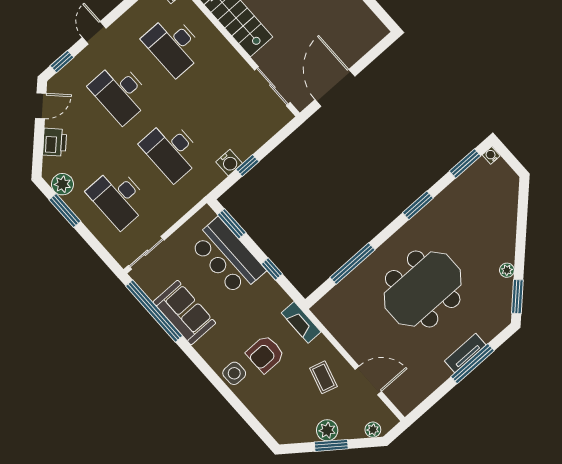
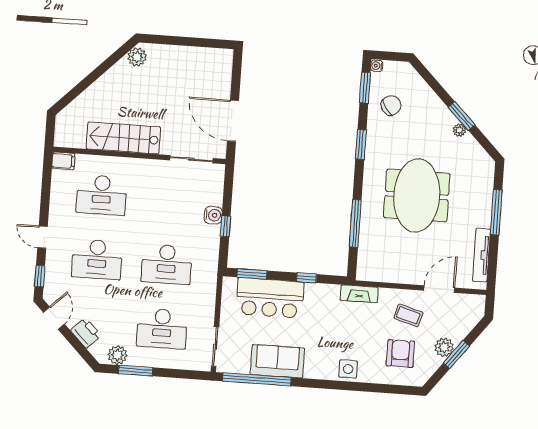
water cooler: (229, 163) -> (213, 215), moved
chair: (472, 198) -> (391, 105), added
window: (517, 297) -> (462, 116), moved
tv unit: (465, 353) -> (481, 255), moved, width x1.41
armchair: (265, 354) -> (400, 354), moved, turned 180
plant: (373, 430) -> (473, 318), removed

